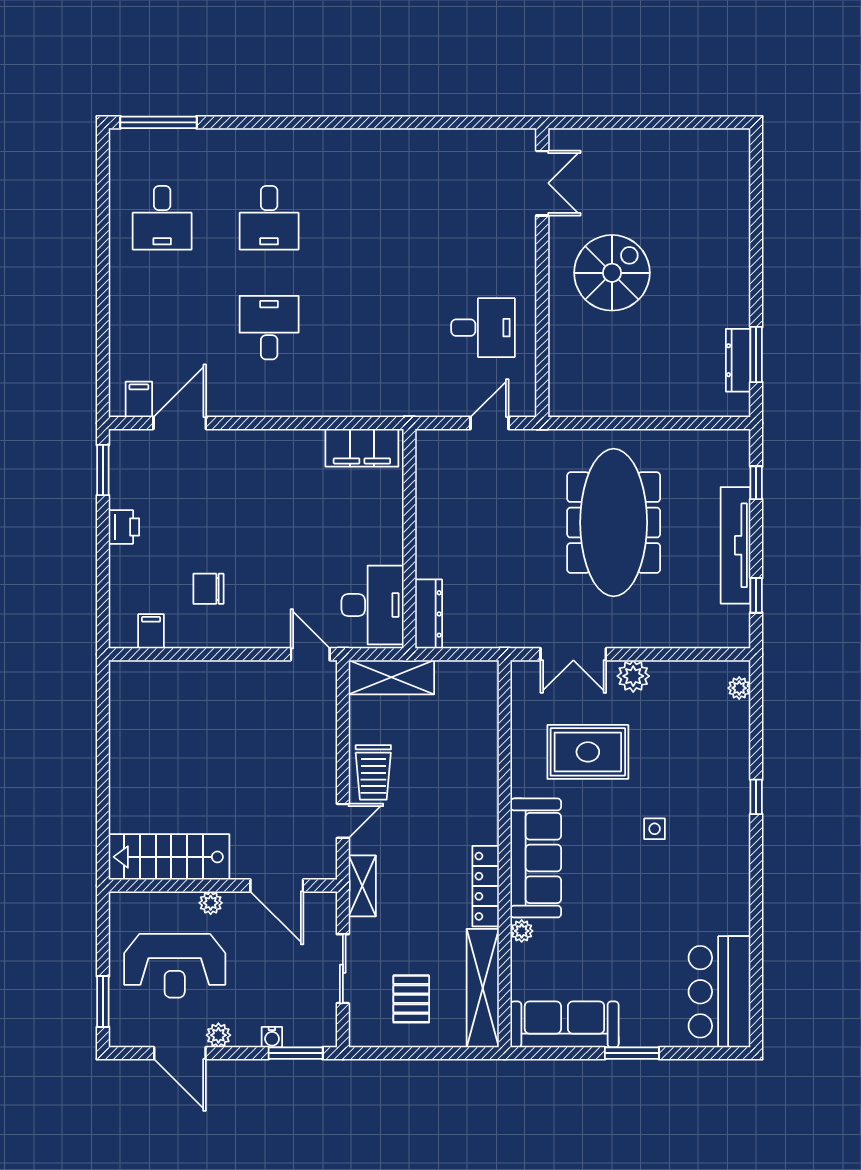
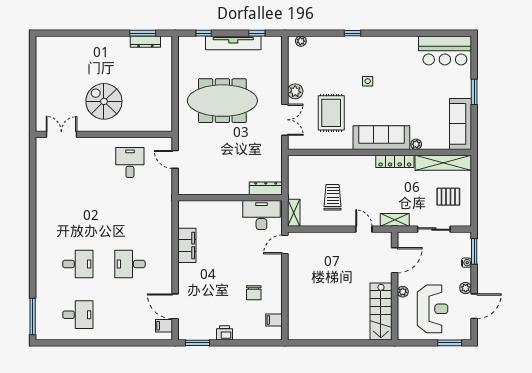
filing cabinet: (362, 448) -> (187, 245), moved
shelving: (391, 677) -> (294, 213), width x0.67, depth x0.75
trolley: (373, 772) -> (333, 197), moved, turned -90

